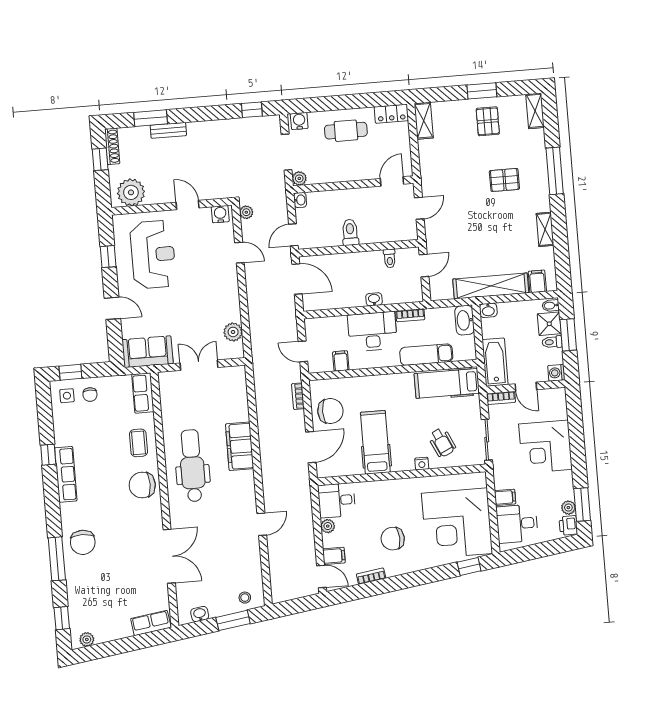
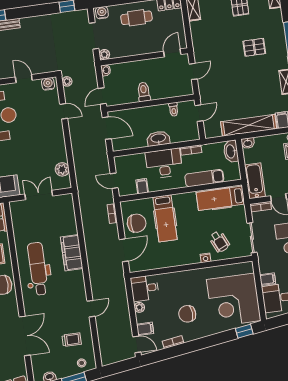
washbasin: (374, 299) -> (158, 138), width x1.91, depth x1.45
hospital bed: (375, 442) -> (165, 218), moved, turned 180
trolley: (233, 565) -> (72, 340), added

